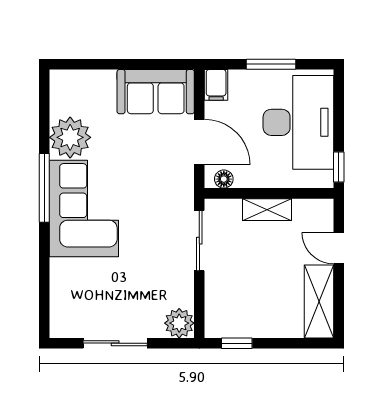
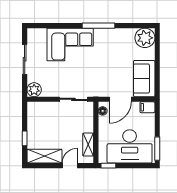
window: (271, 64) -> (157, 149), moved
plant: (70, 137) -> (145, 38), moved
corner sofa: (84, 208) -> (70, 44), moved
shelving: (267, 210) -> (88, 145), moved
window: (237, 343) -> (25, 138), moved

